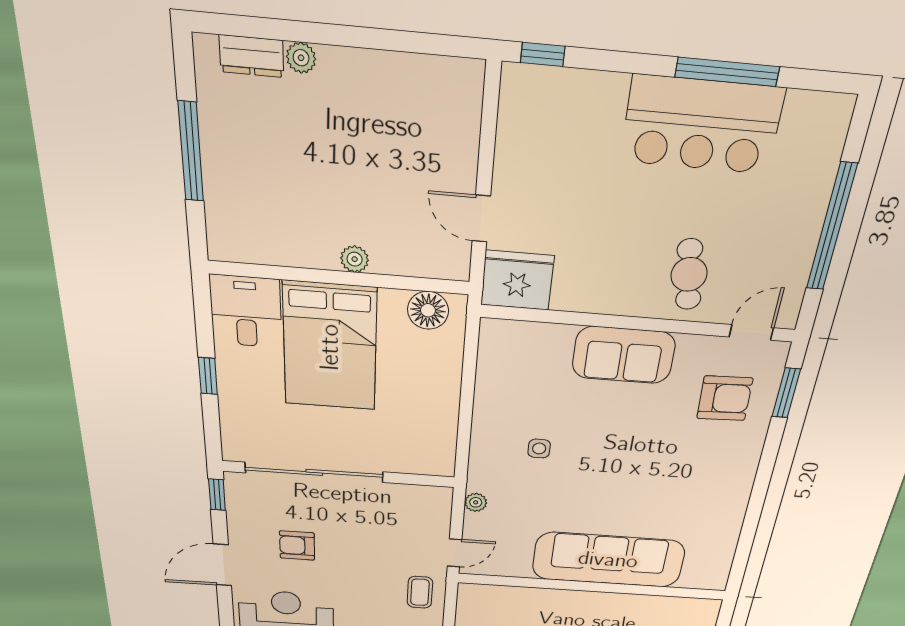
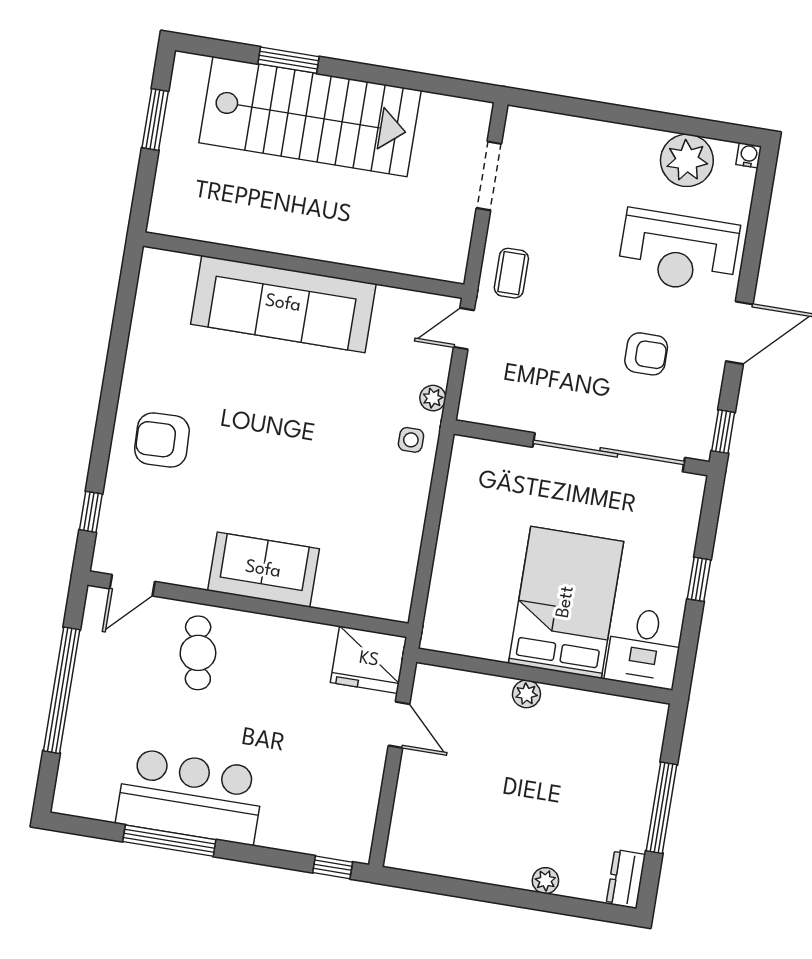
dresser: (252, 56) -> (626, 879), moved, turned -90
floor lamp: (428, 310) -> (461, 635), removed
window: (786, 393) -> (91, 512), width x0.67
armchair: (725, 398) -> (162, 440), moved
side table: (539, 449) -> (411, 440), moved

